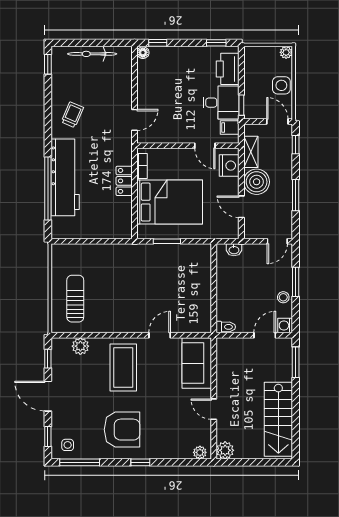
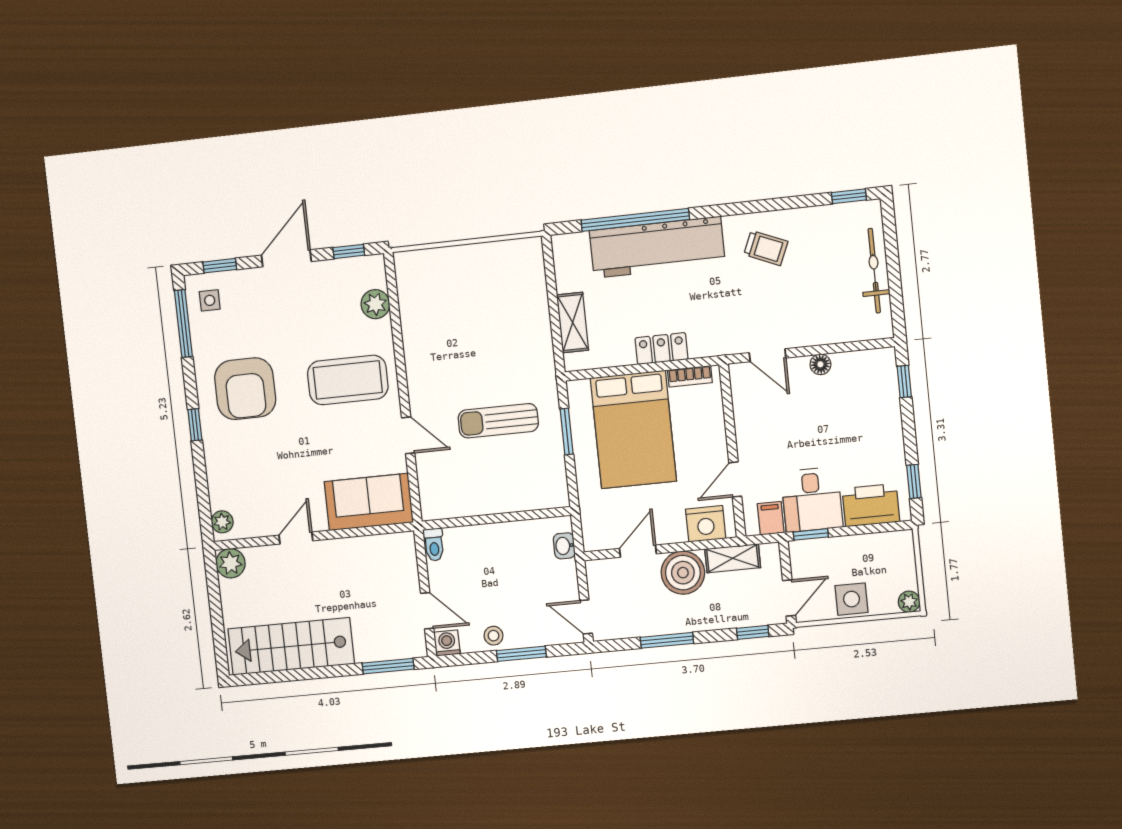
floor lamp: (143, 53) -> (820, 364), moved
shelving: (104, 231) -> (573, 323), added
sun lounger: (75, 299) -> (498, 421), moved, turned 180

